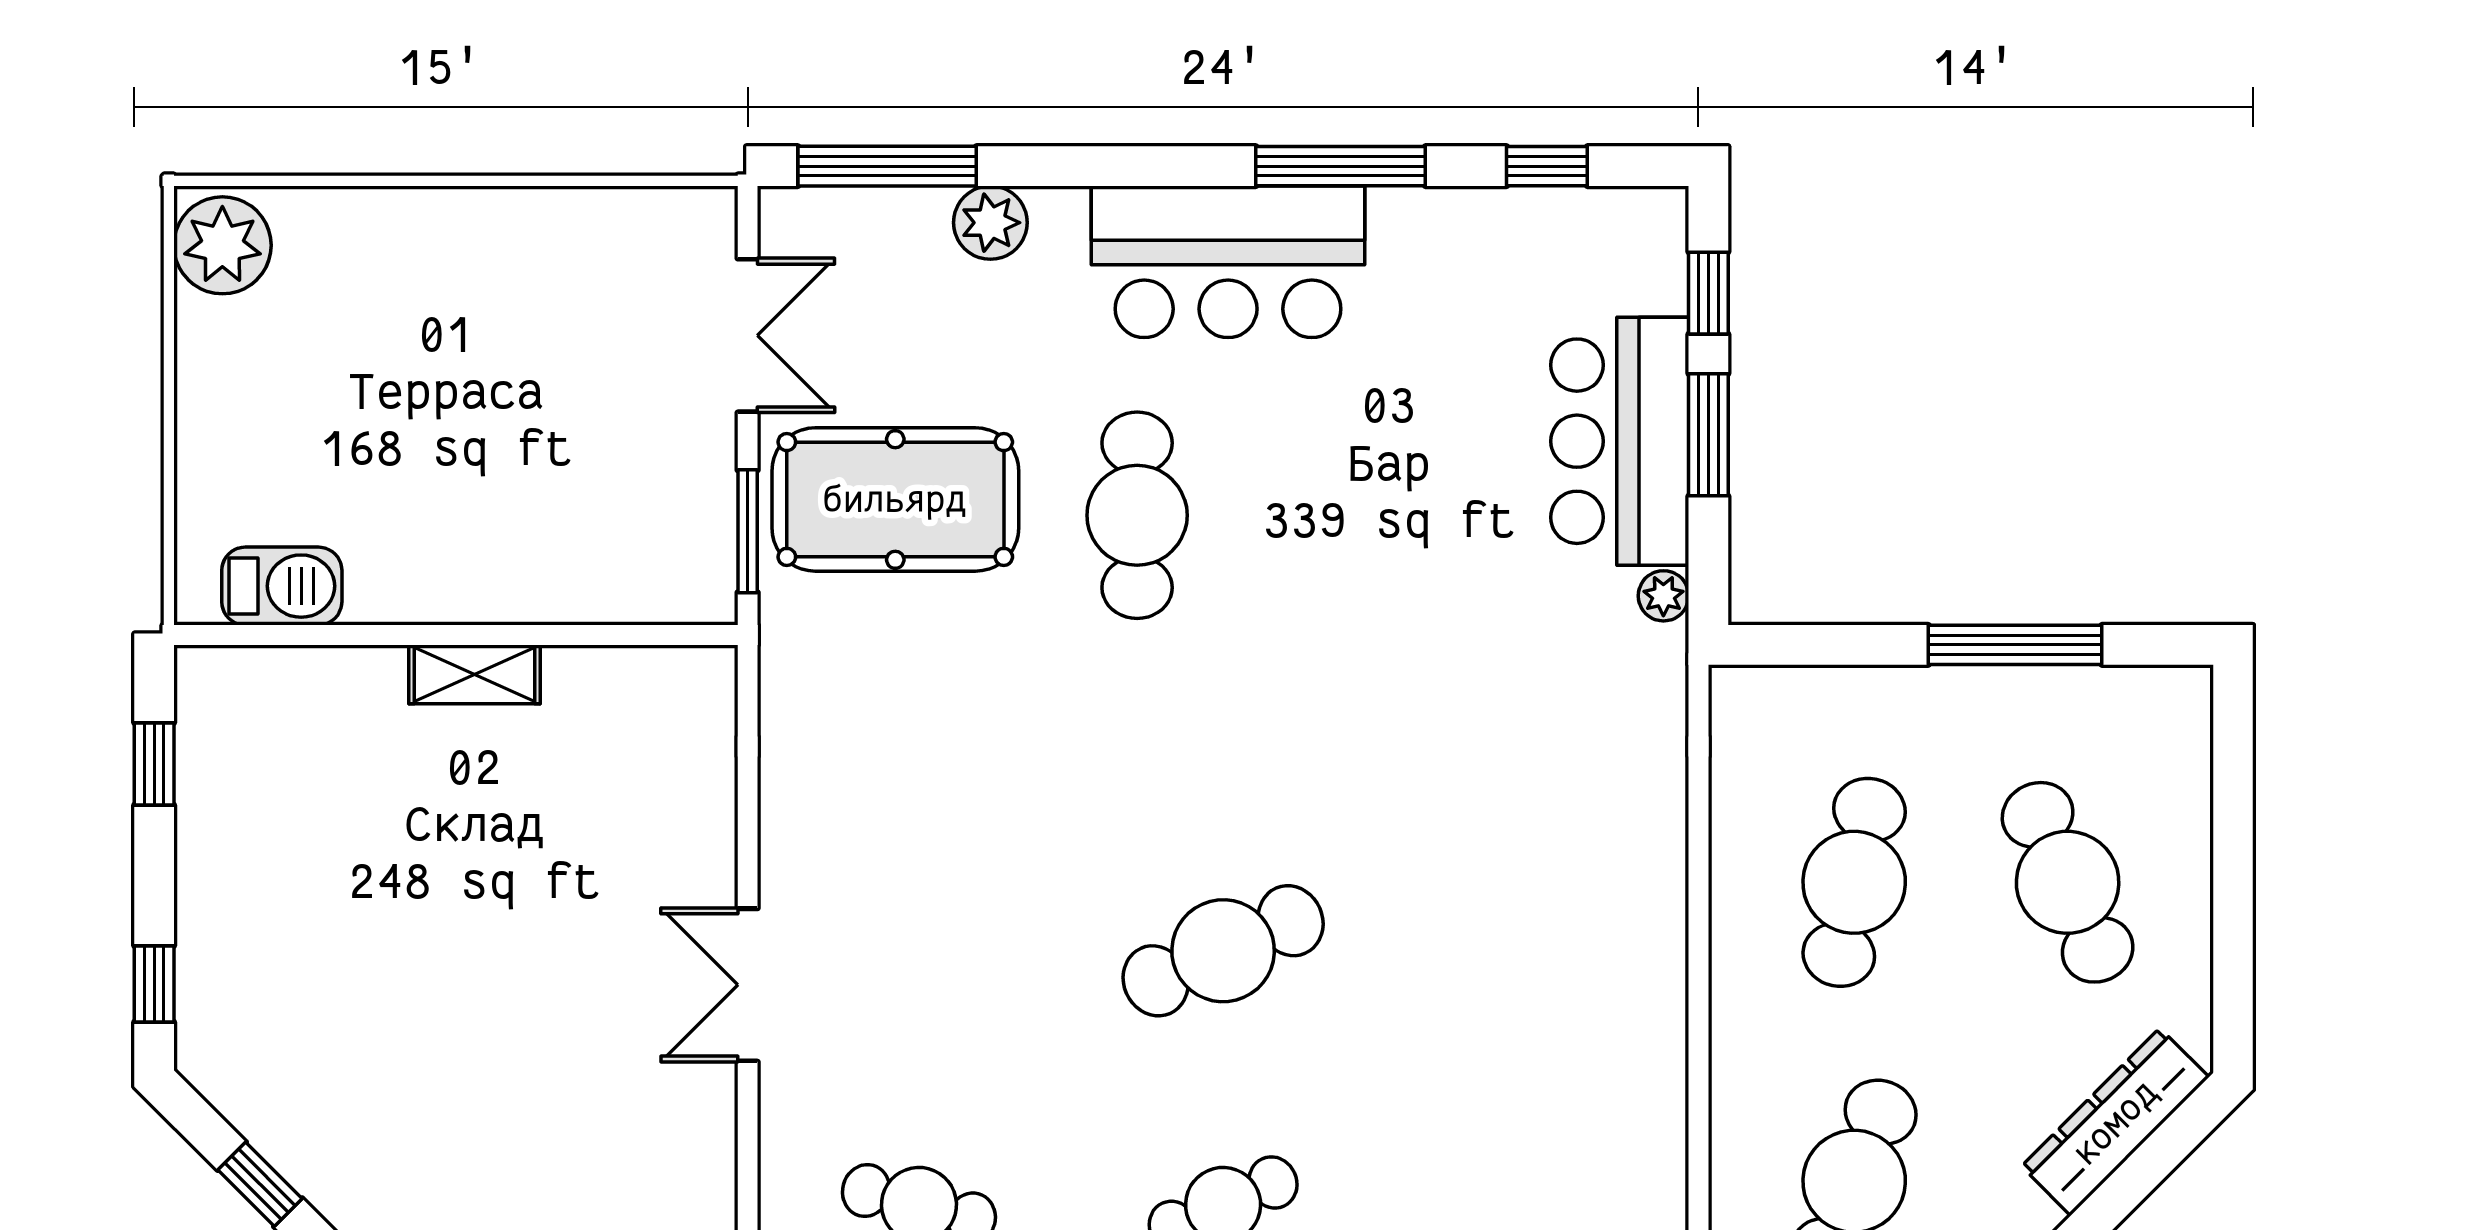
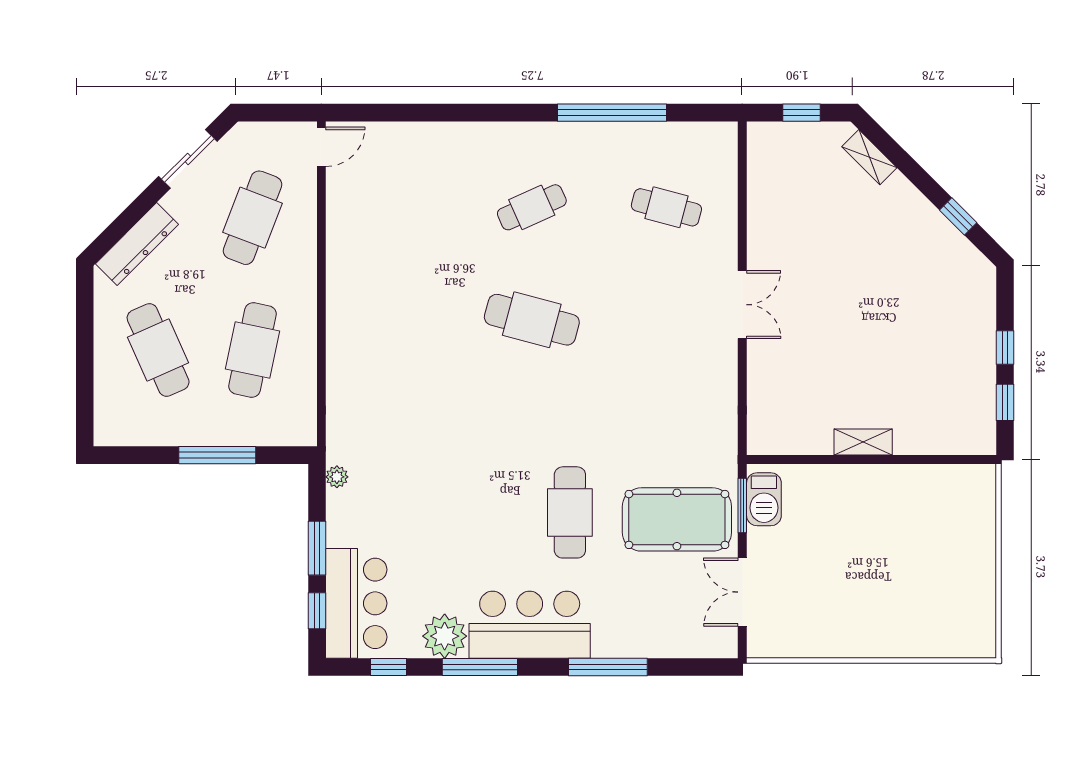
window: (887, 166) -> (608, 667), moved
plant: (990, 223) -> (445, 636), moved, width x1.36, depth x1.36
plant: (222, 245) -> (975, 632), removed
bar counter: (1620, 441) -> (356, 603), moved
barbecue: (282, 586) -> (764, 499), moved, turned -90
window: (2015, 645) -> (217, 455), moved
cafe table: (1223, 951) -> (532, 320), turned 39
window: (154, 984) -> (1005, 347), moved

